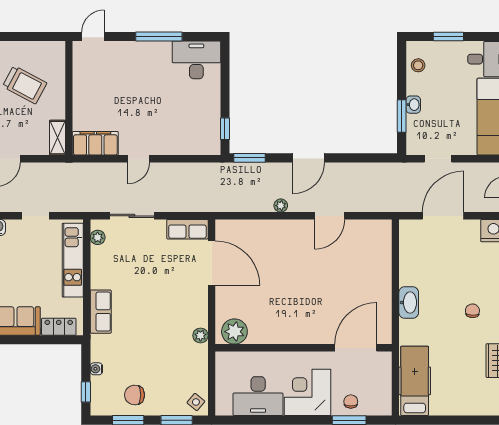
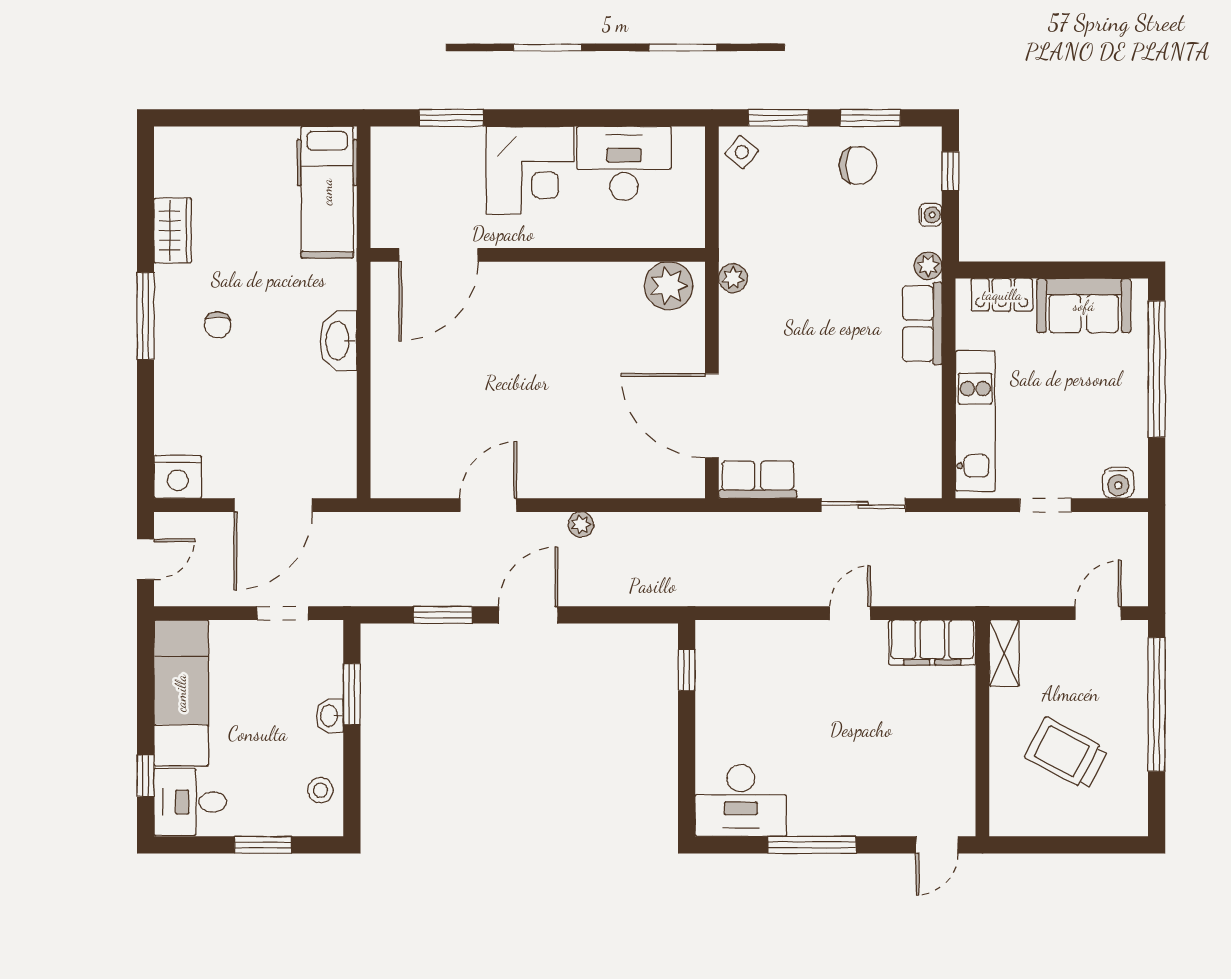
window: (250, 158) -> (443, 615), moved
plant: (98, 237) -> (928, 266), moved
chair: (351, 402) -> (448, 153), removed

